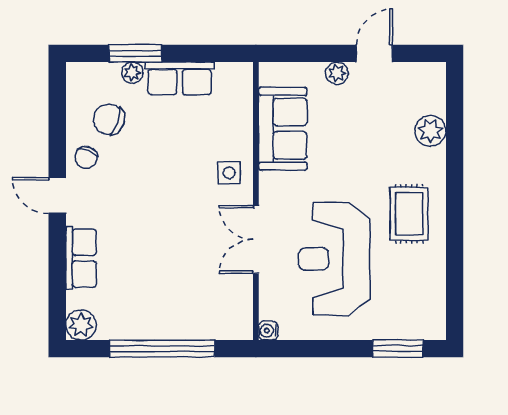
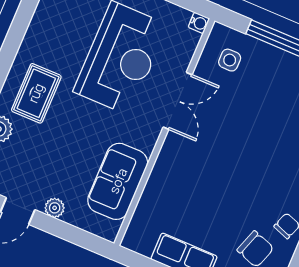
side table: (229, 173) -> (230, 60), moved
rug: (409, 214) -> (36, 93), moved

